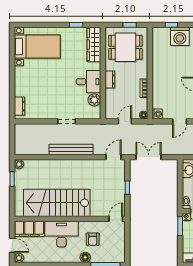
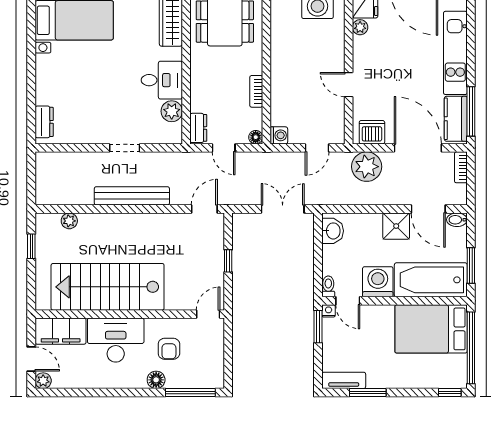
dresser: (110, 79) -> (198, 128), moved
door: (125, 121) -> (224, 148), swing flipped
double door: (149, 157) -> (283, 209), moved
plant: (19, 164) -> (69, 221), moved

